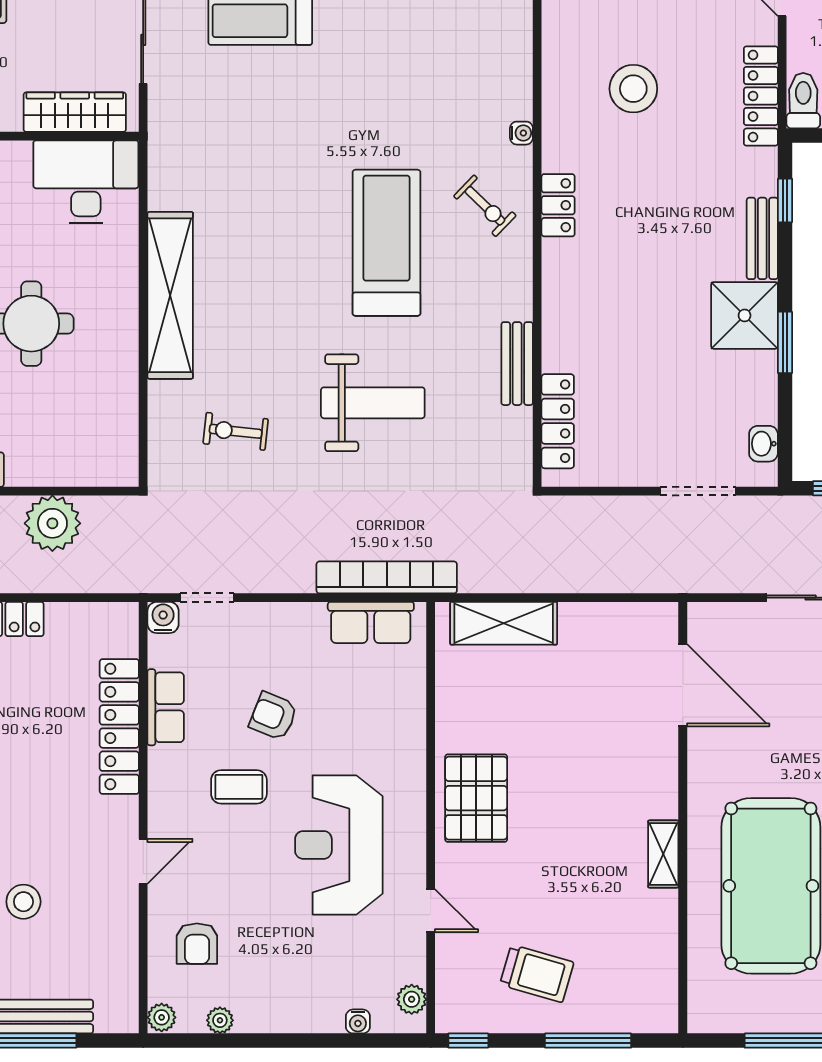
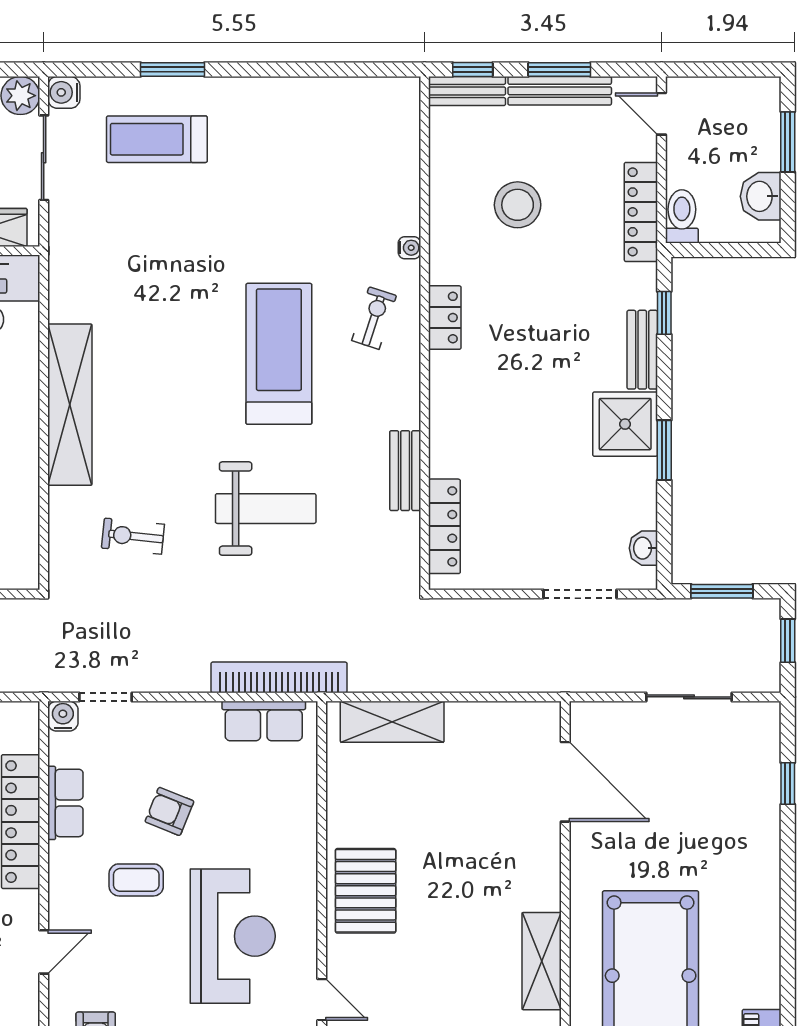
exercise bike: (485, 206) -> (374, 318), turned -116
reception desk: (339, 845) -> (233, 936), turned 180
shelving: (663, 854) -> (542, 961), width x1.50, depth x1.33

